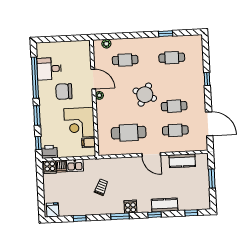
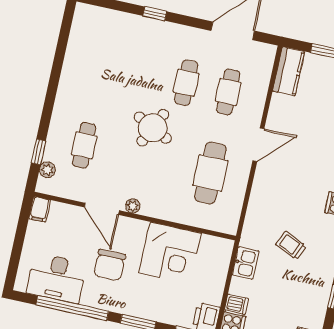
window: (166, 34) -> (38, 152), moved
cafe table: (172, 58) -> (102, 64), removed
desk: (49, 69) -> (57, 278), width x1.37
door: (93, 79) -> (102, 209), swing flipped
filing cabinet: (89, 143) -> (39, 209), moved
kitchen counter: (182, 161) -> (289, 71), moved
kitchen sink: (75, 165) -> (246, 263), moved

